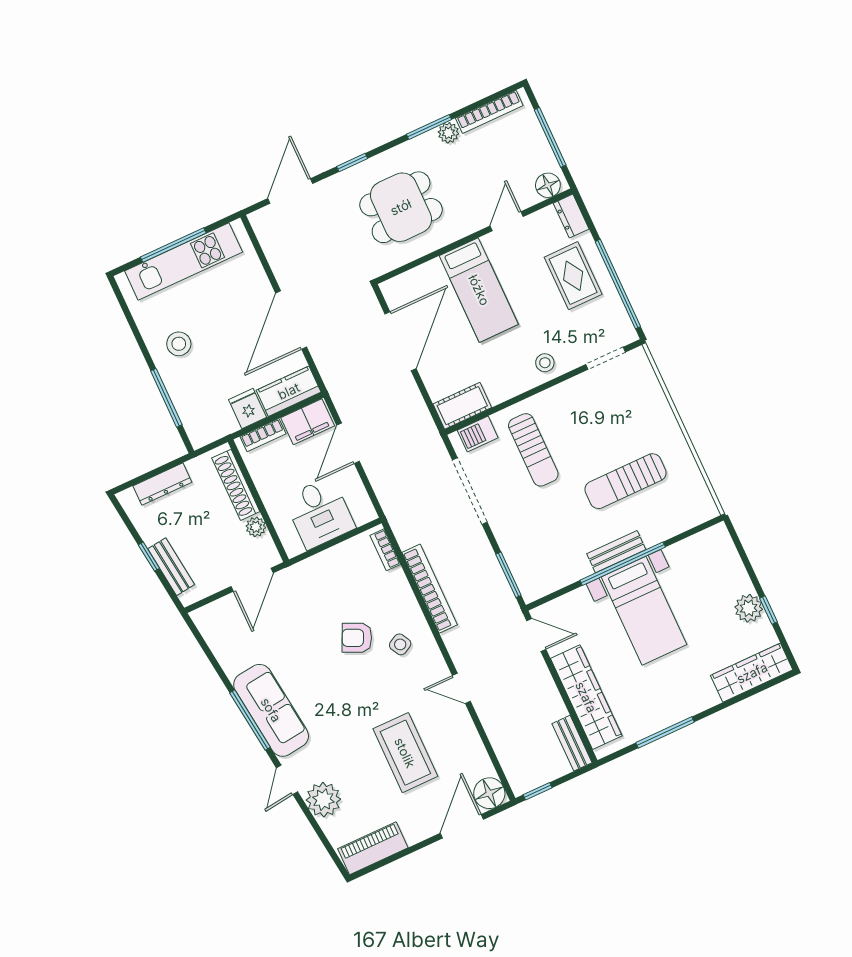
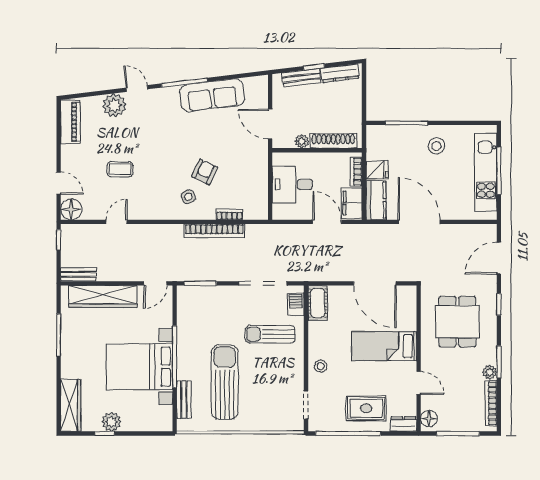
door: (290, 191) -> (499, 258), swing flipped
sun lounger: (626, 481) -> (225, 382), width x1.36, depth x1.34
dresser: (162, 484) -> (340, 73), moved, turned -97
bookcase: (385, 550) -> (229, 215), moved
bench: (616, 552) -> (184, 400), moved
bed with nightstands: (644, 611) -> (139, 367), width x1.36
door: (461, 688) -> (117, 222), moved
sofa: (271, 710) -> (212, 95), moved
coffee table: (405, 753) -> (120, 169), width x0.54, depth x0.58
door: (462, 826) -> (59, 183), width x0.73

